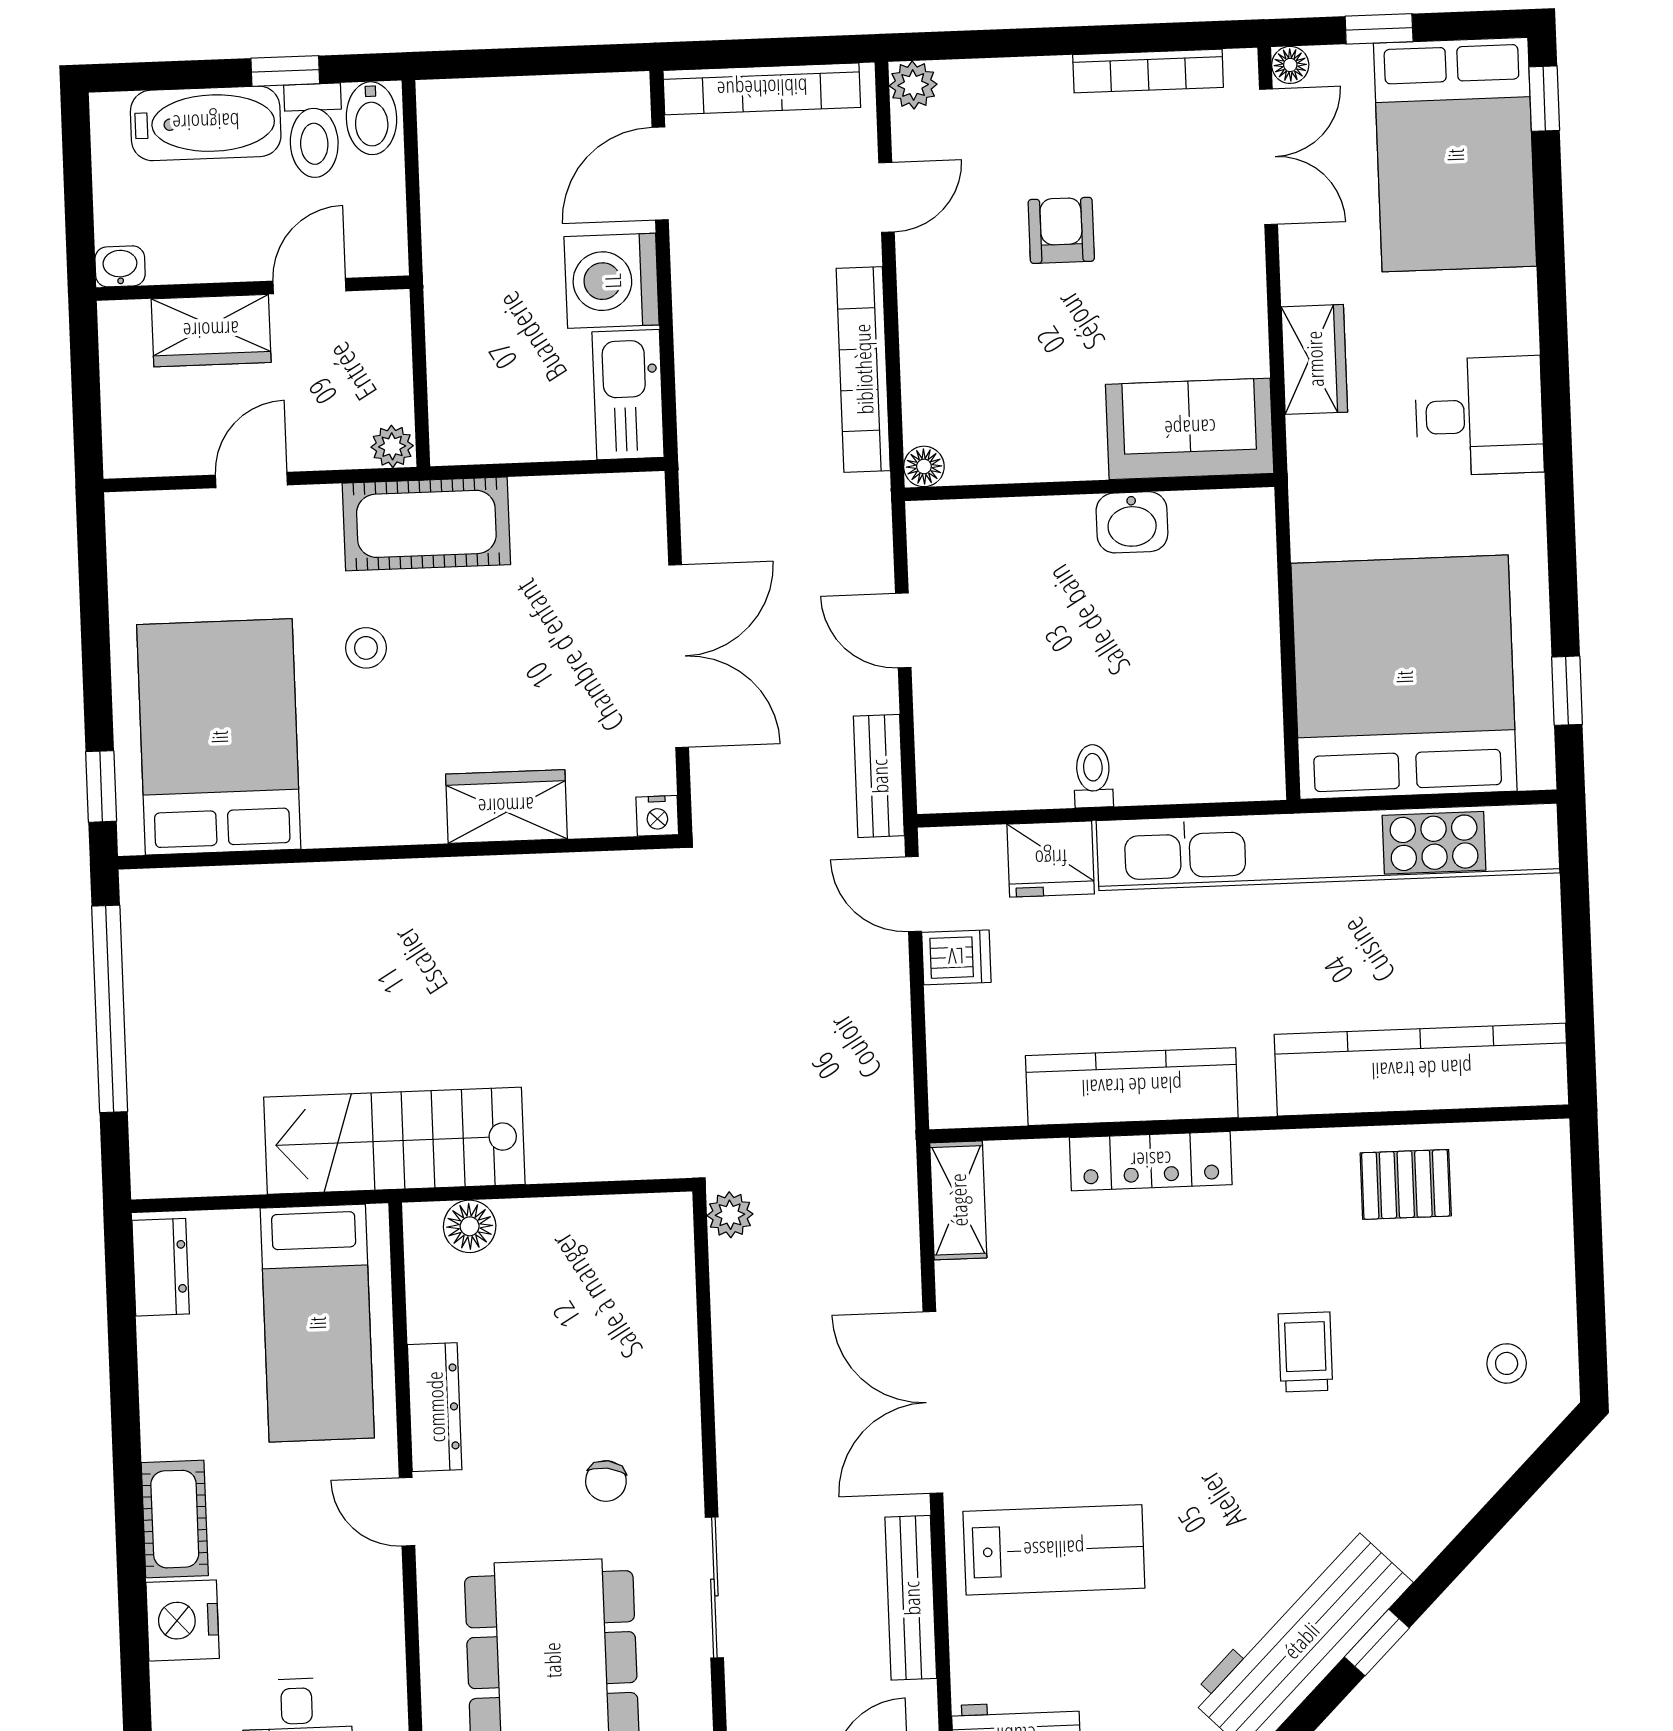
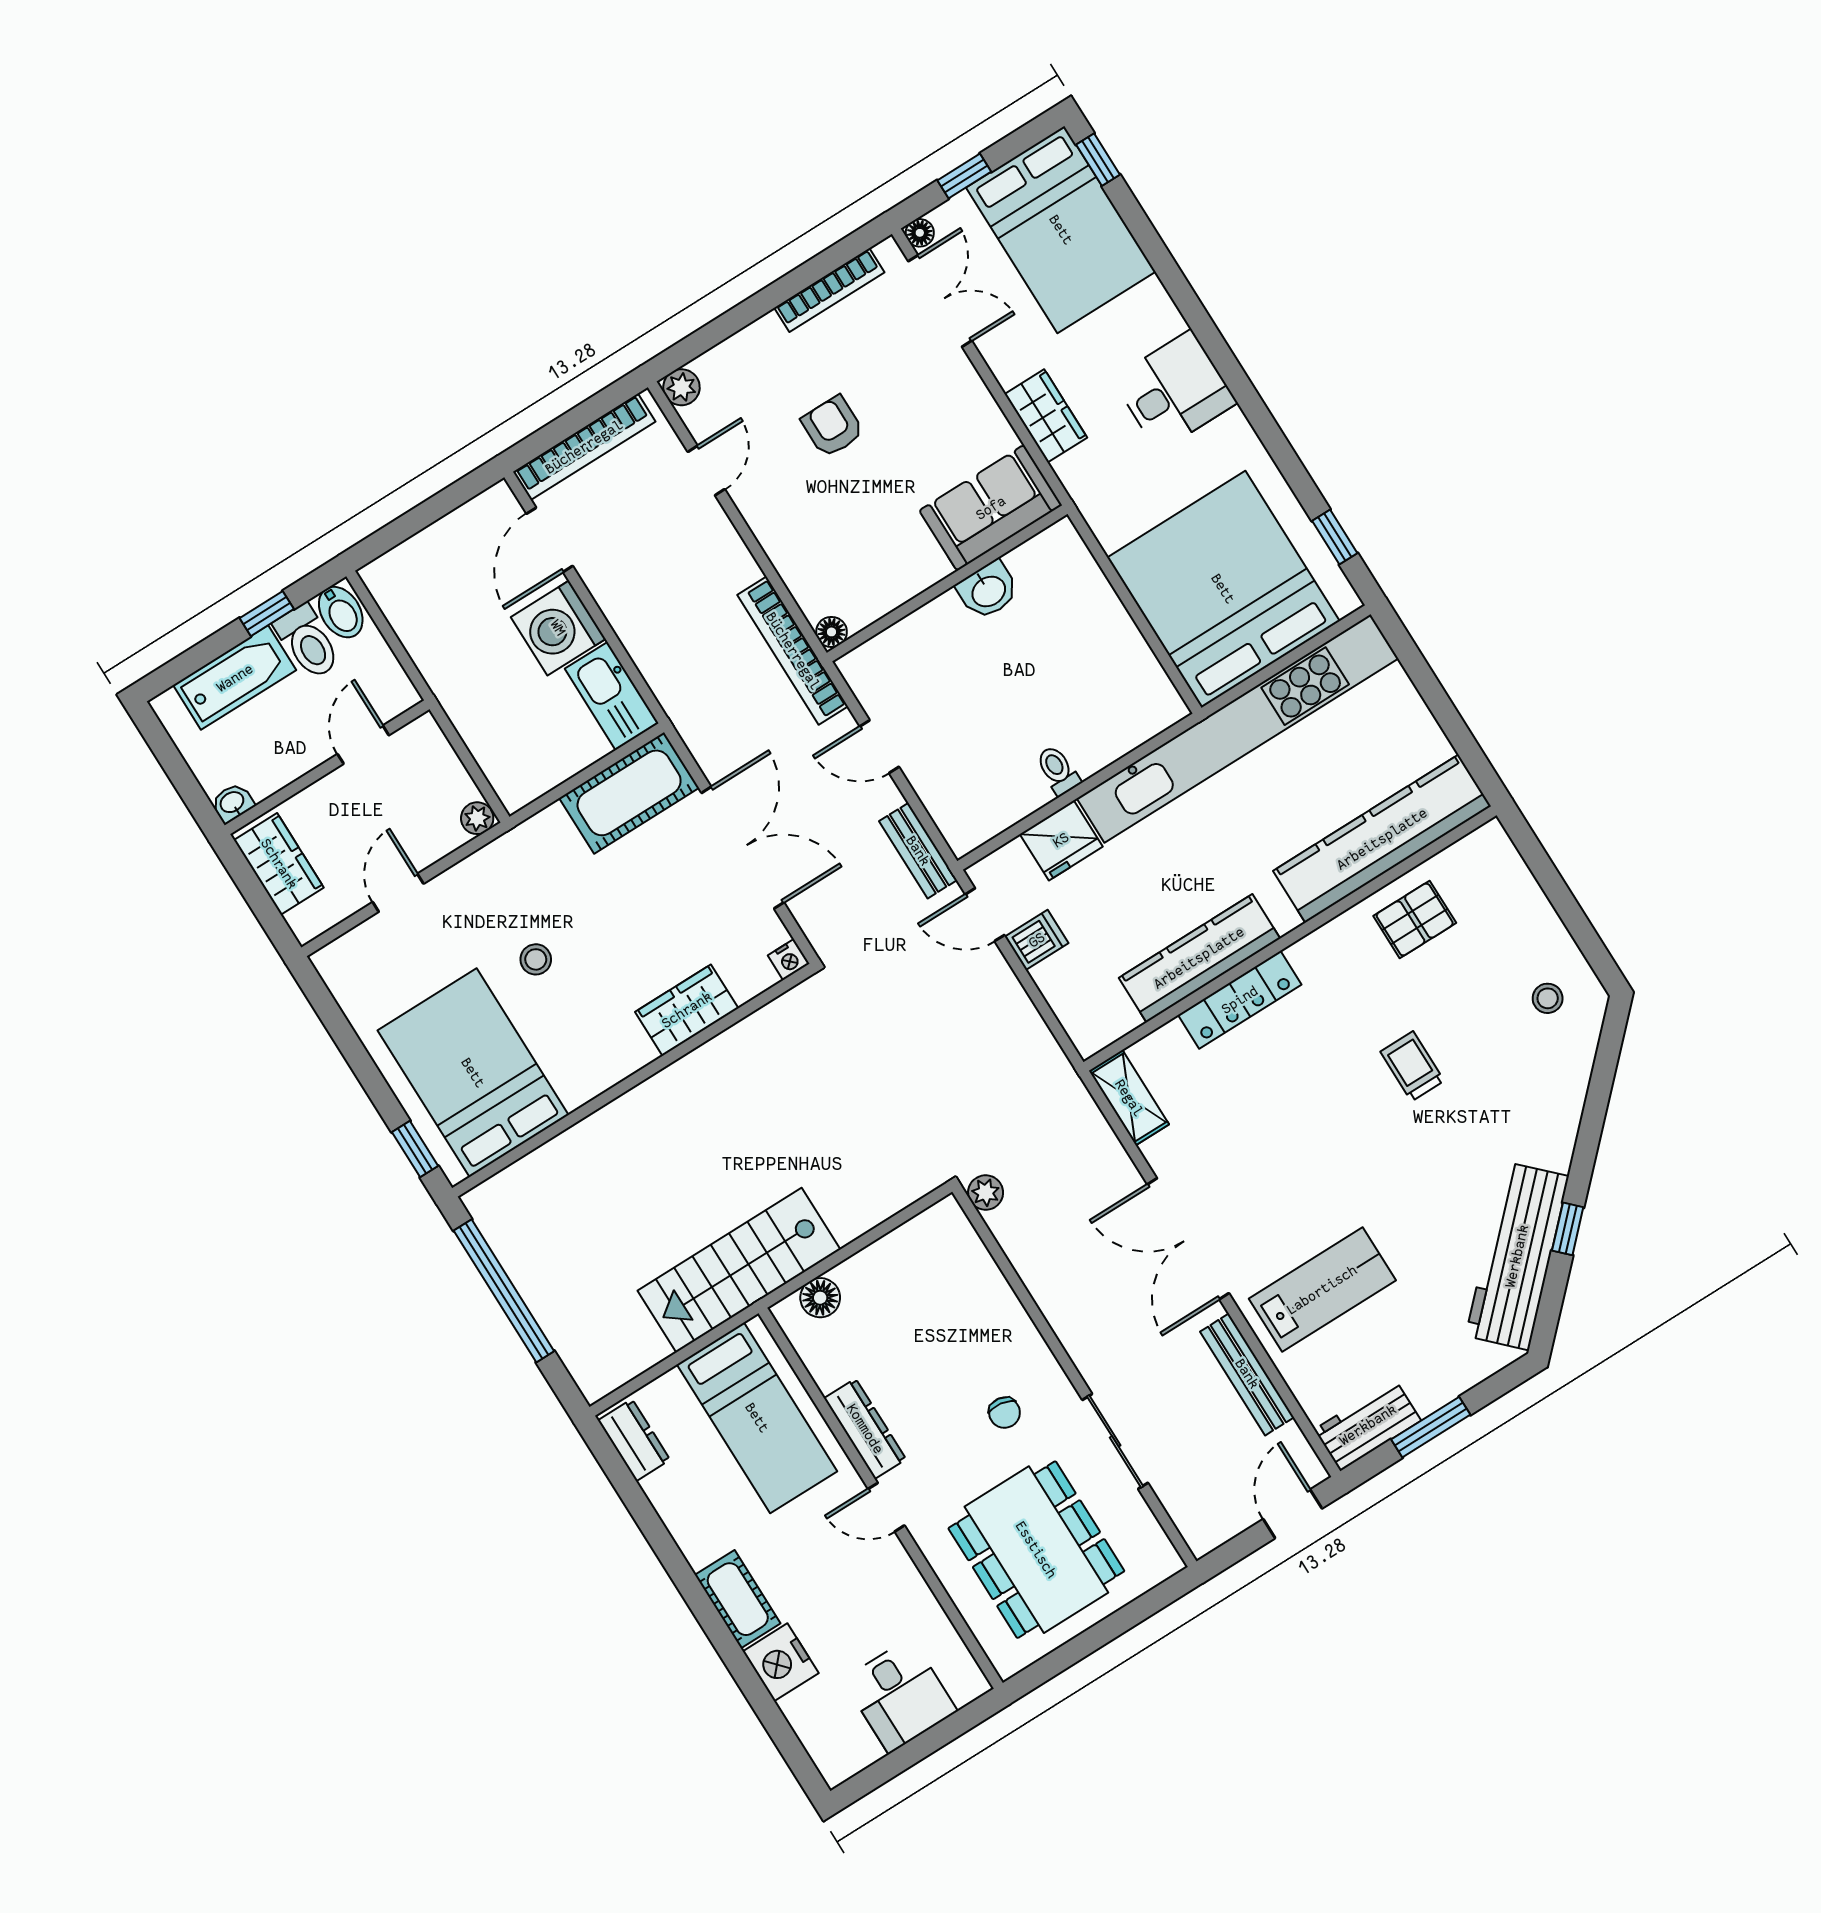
wardrobe: (211, 331) -> (279, 864), moved, turned -90
bookcase: (863, 369) -> (793, 651), moved
cot: (426, 524) -> (629, 793), moved

